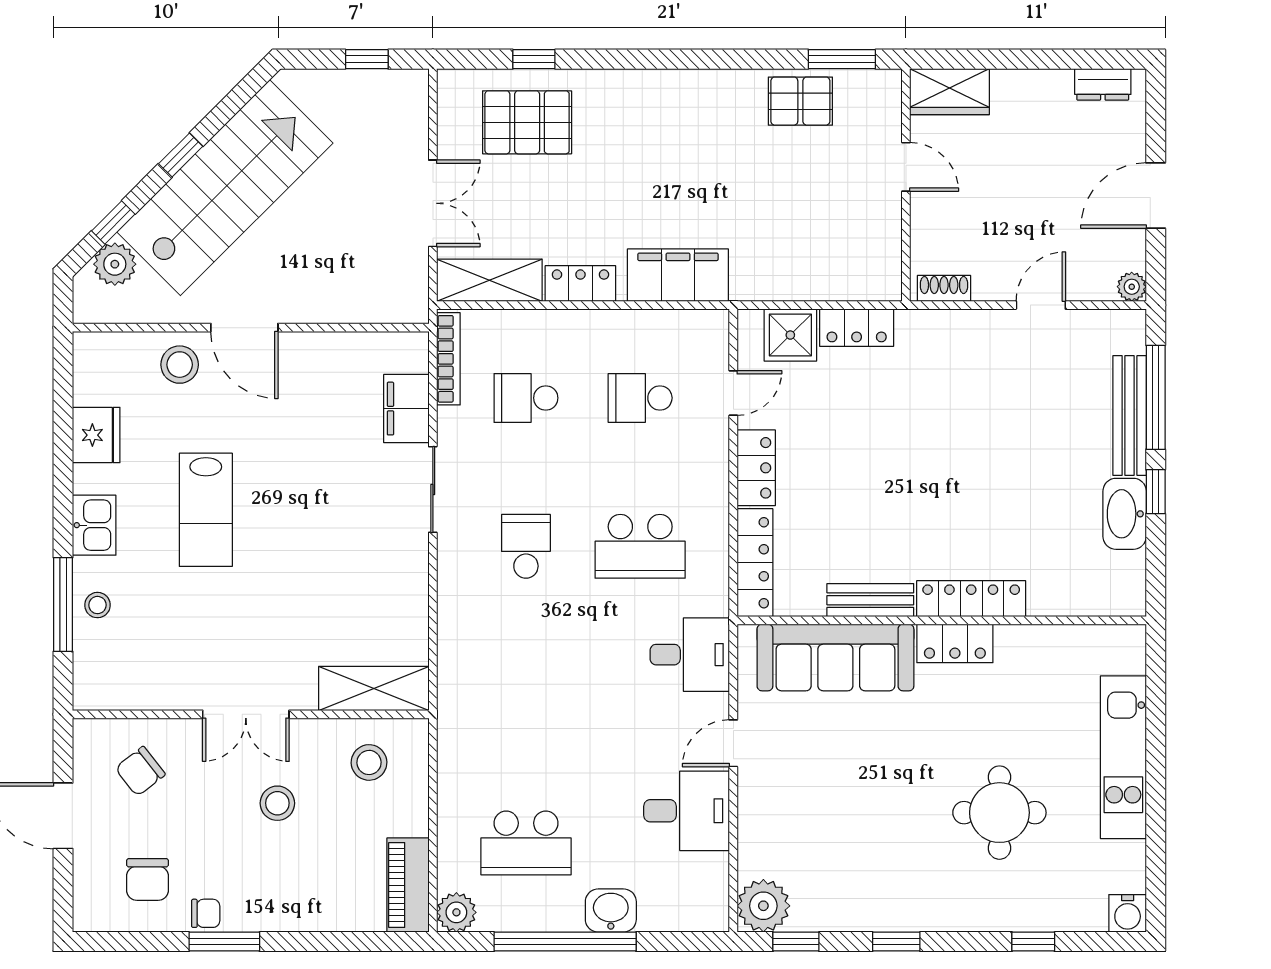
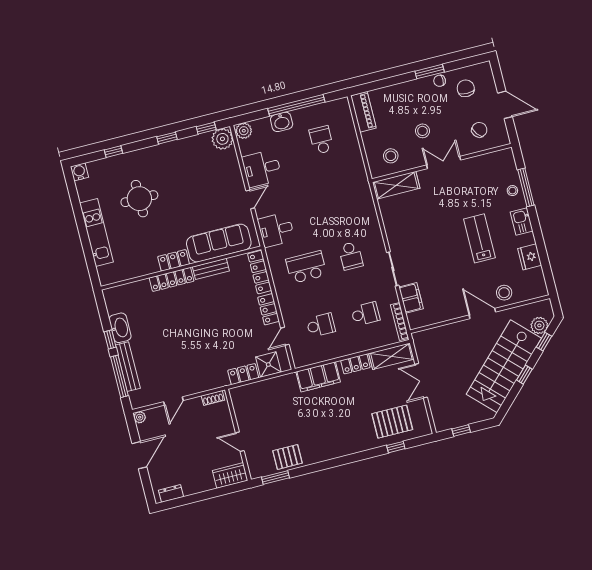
school desk: (526, 843) -> (321, 140), width x0.54
plant: (456, 912) -> (244, 131), moved

